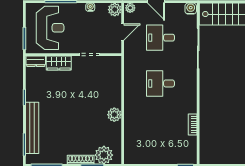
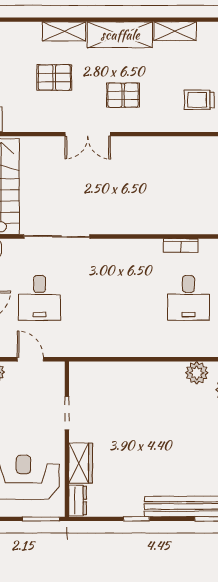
desk: (160, 83) -> (188, 298), moved
plant: (114, 115) -> (197, 373), moved

